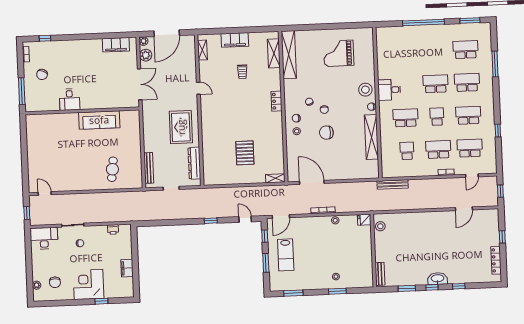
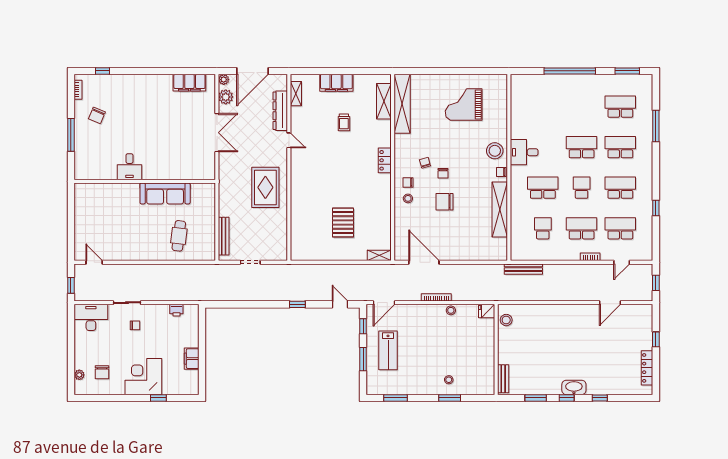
desk: (69, 100) -> (129, 167), moved
wall: (82, 111) -> (145, 181), moved
sofa: (99, 120) -> (165, 193), moved
dresser: (194, 163) -> (280, 111), moved

